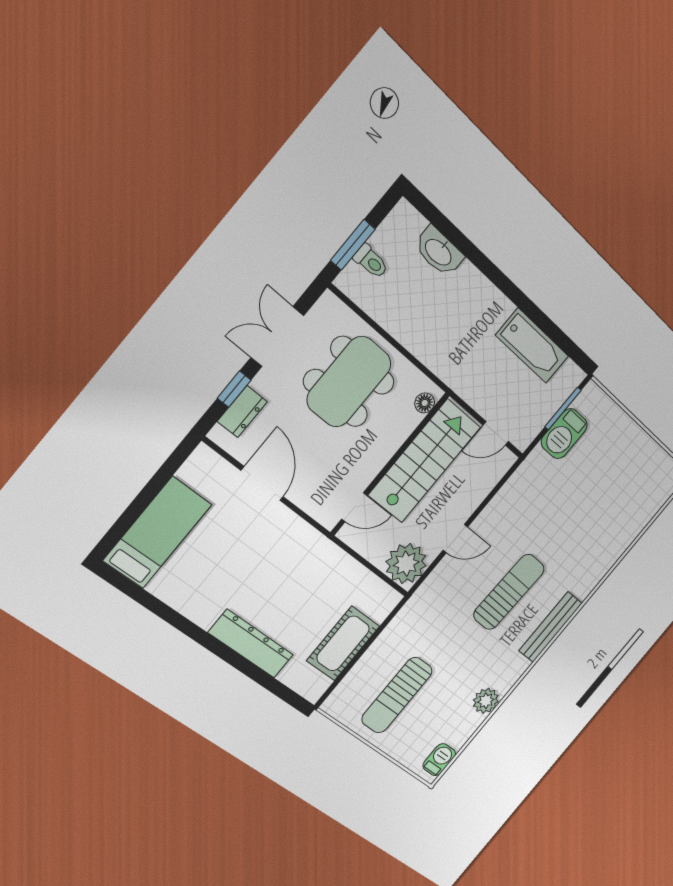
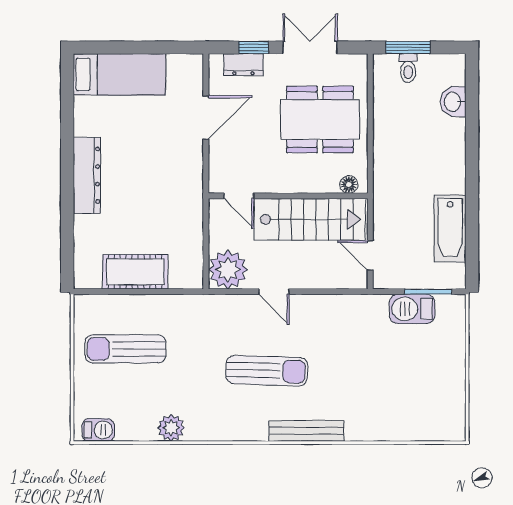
washbasin: (439, 252) -> (453, 102), width x0.72
bench: (551, 627) -> (306, 431), moved
dresser: (251, 644) -> (87, 175), moved

